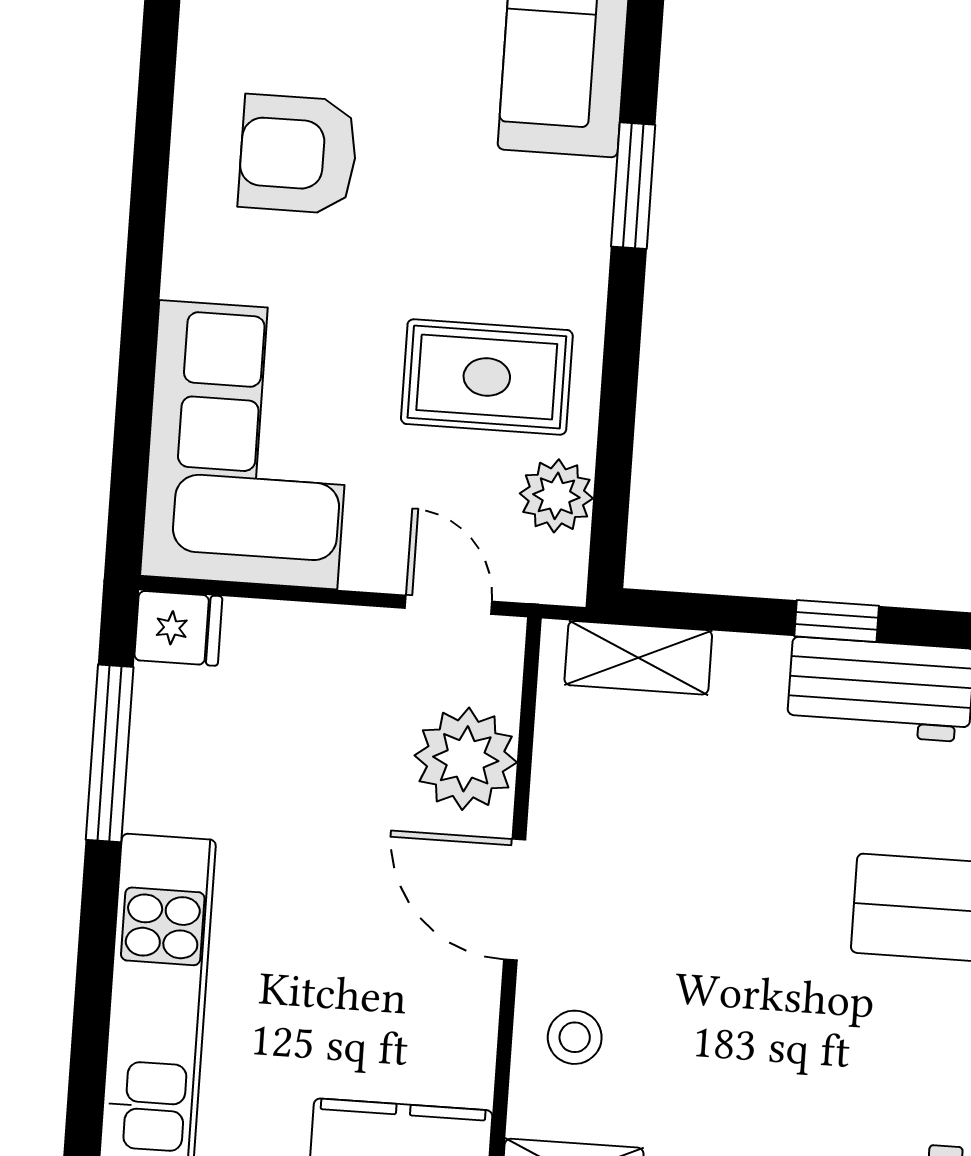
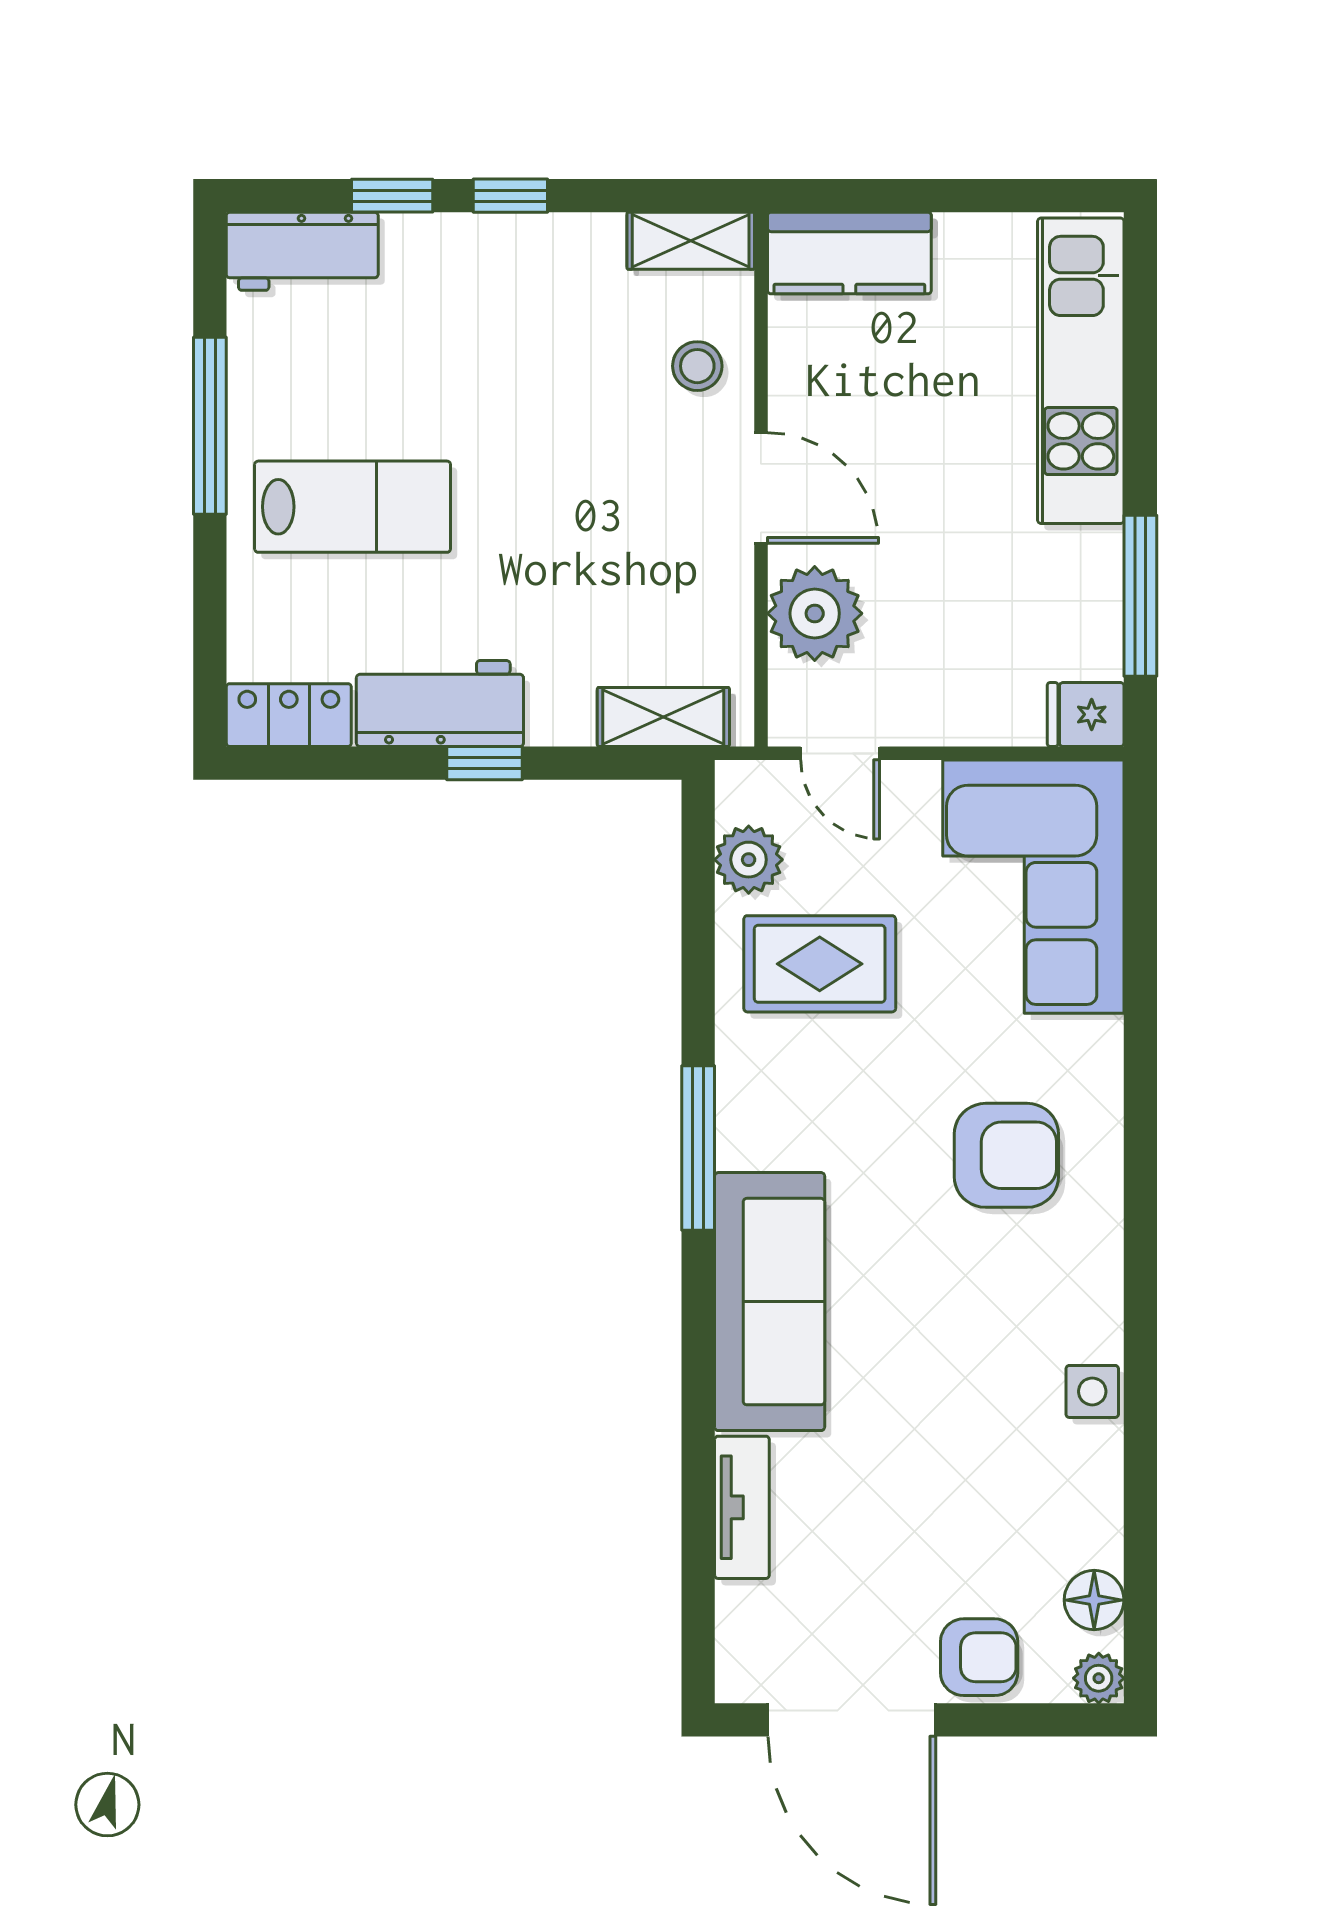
window: (633, 186) -> (698, 1148), width x1.44

